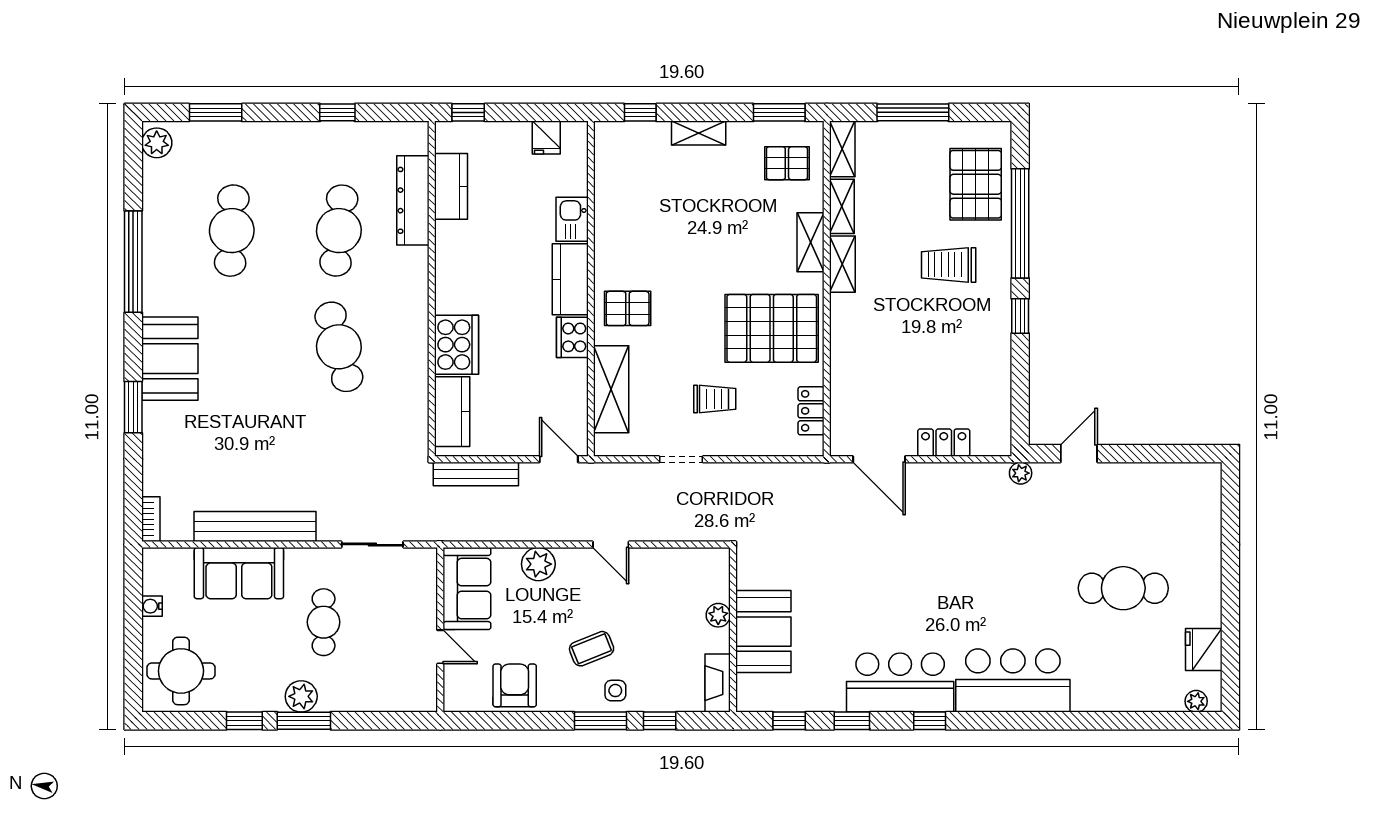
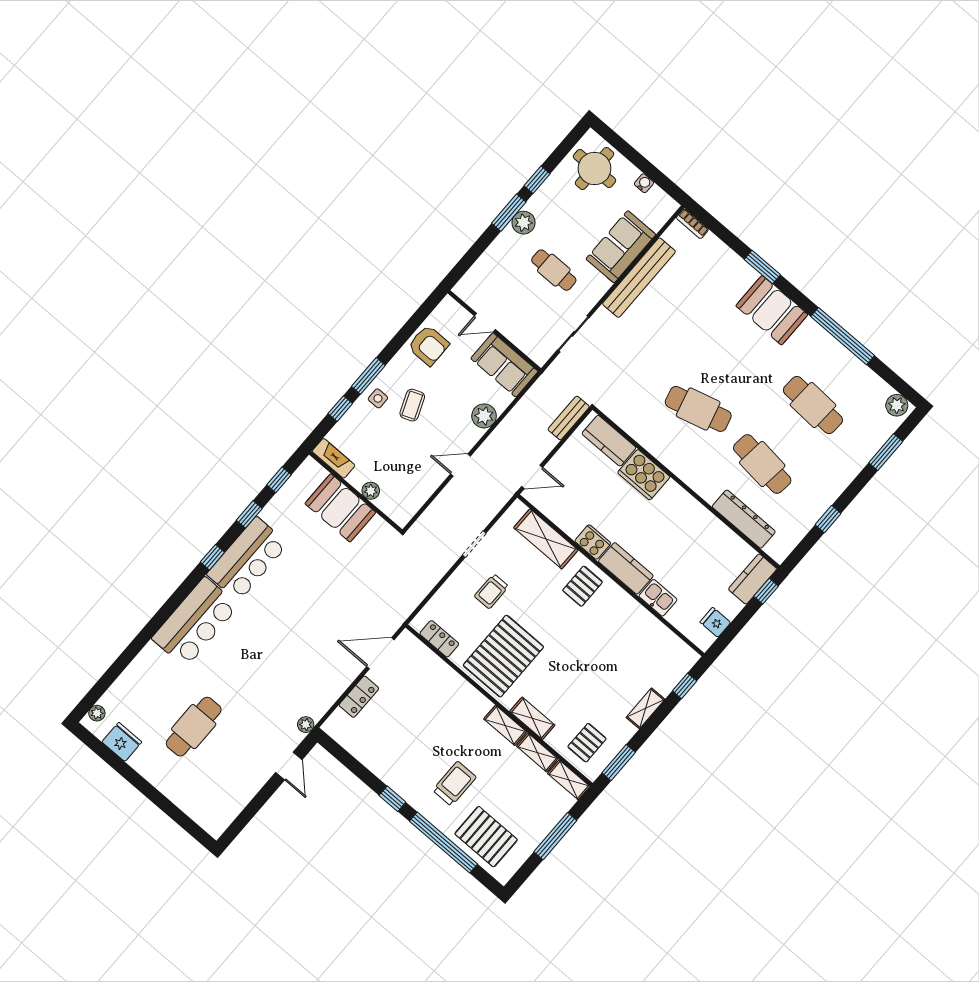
kitchen counter: (451, 186) -> (753, 579), moved, turned 90
bench: (476, 474) -> (569, 418), width x0.73

